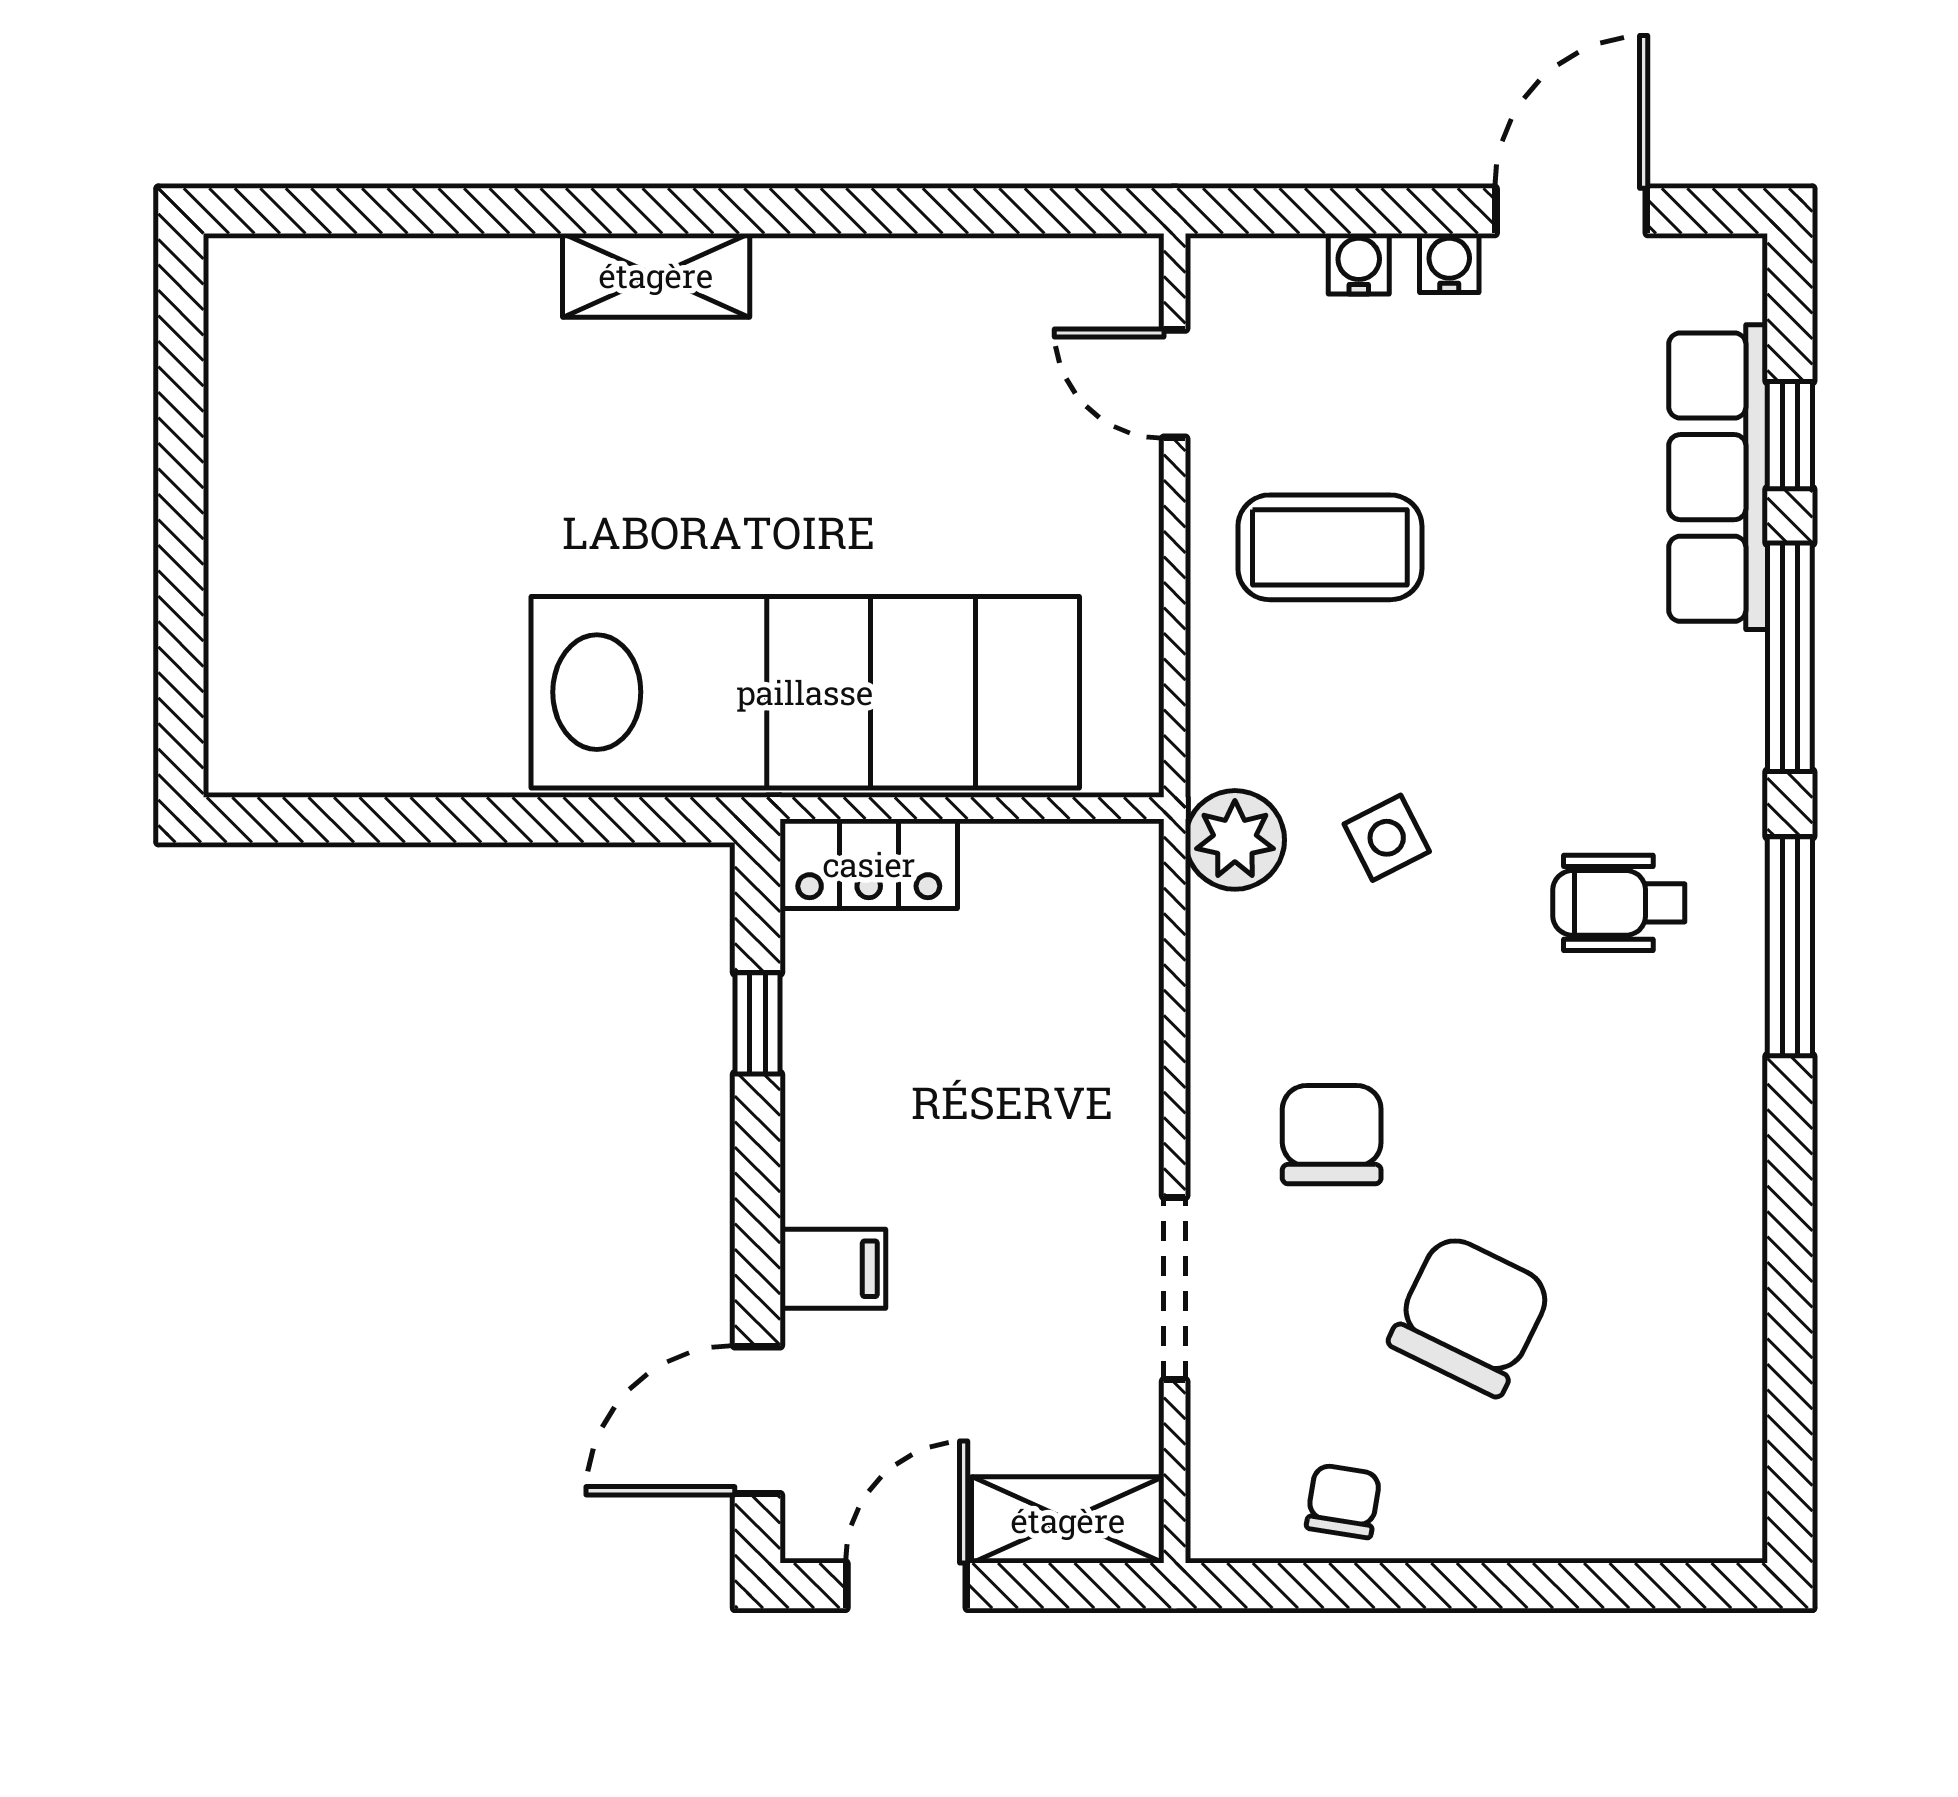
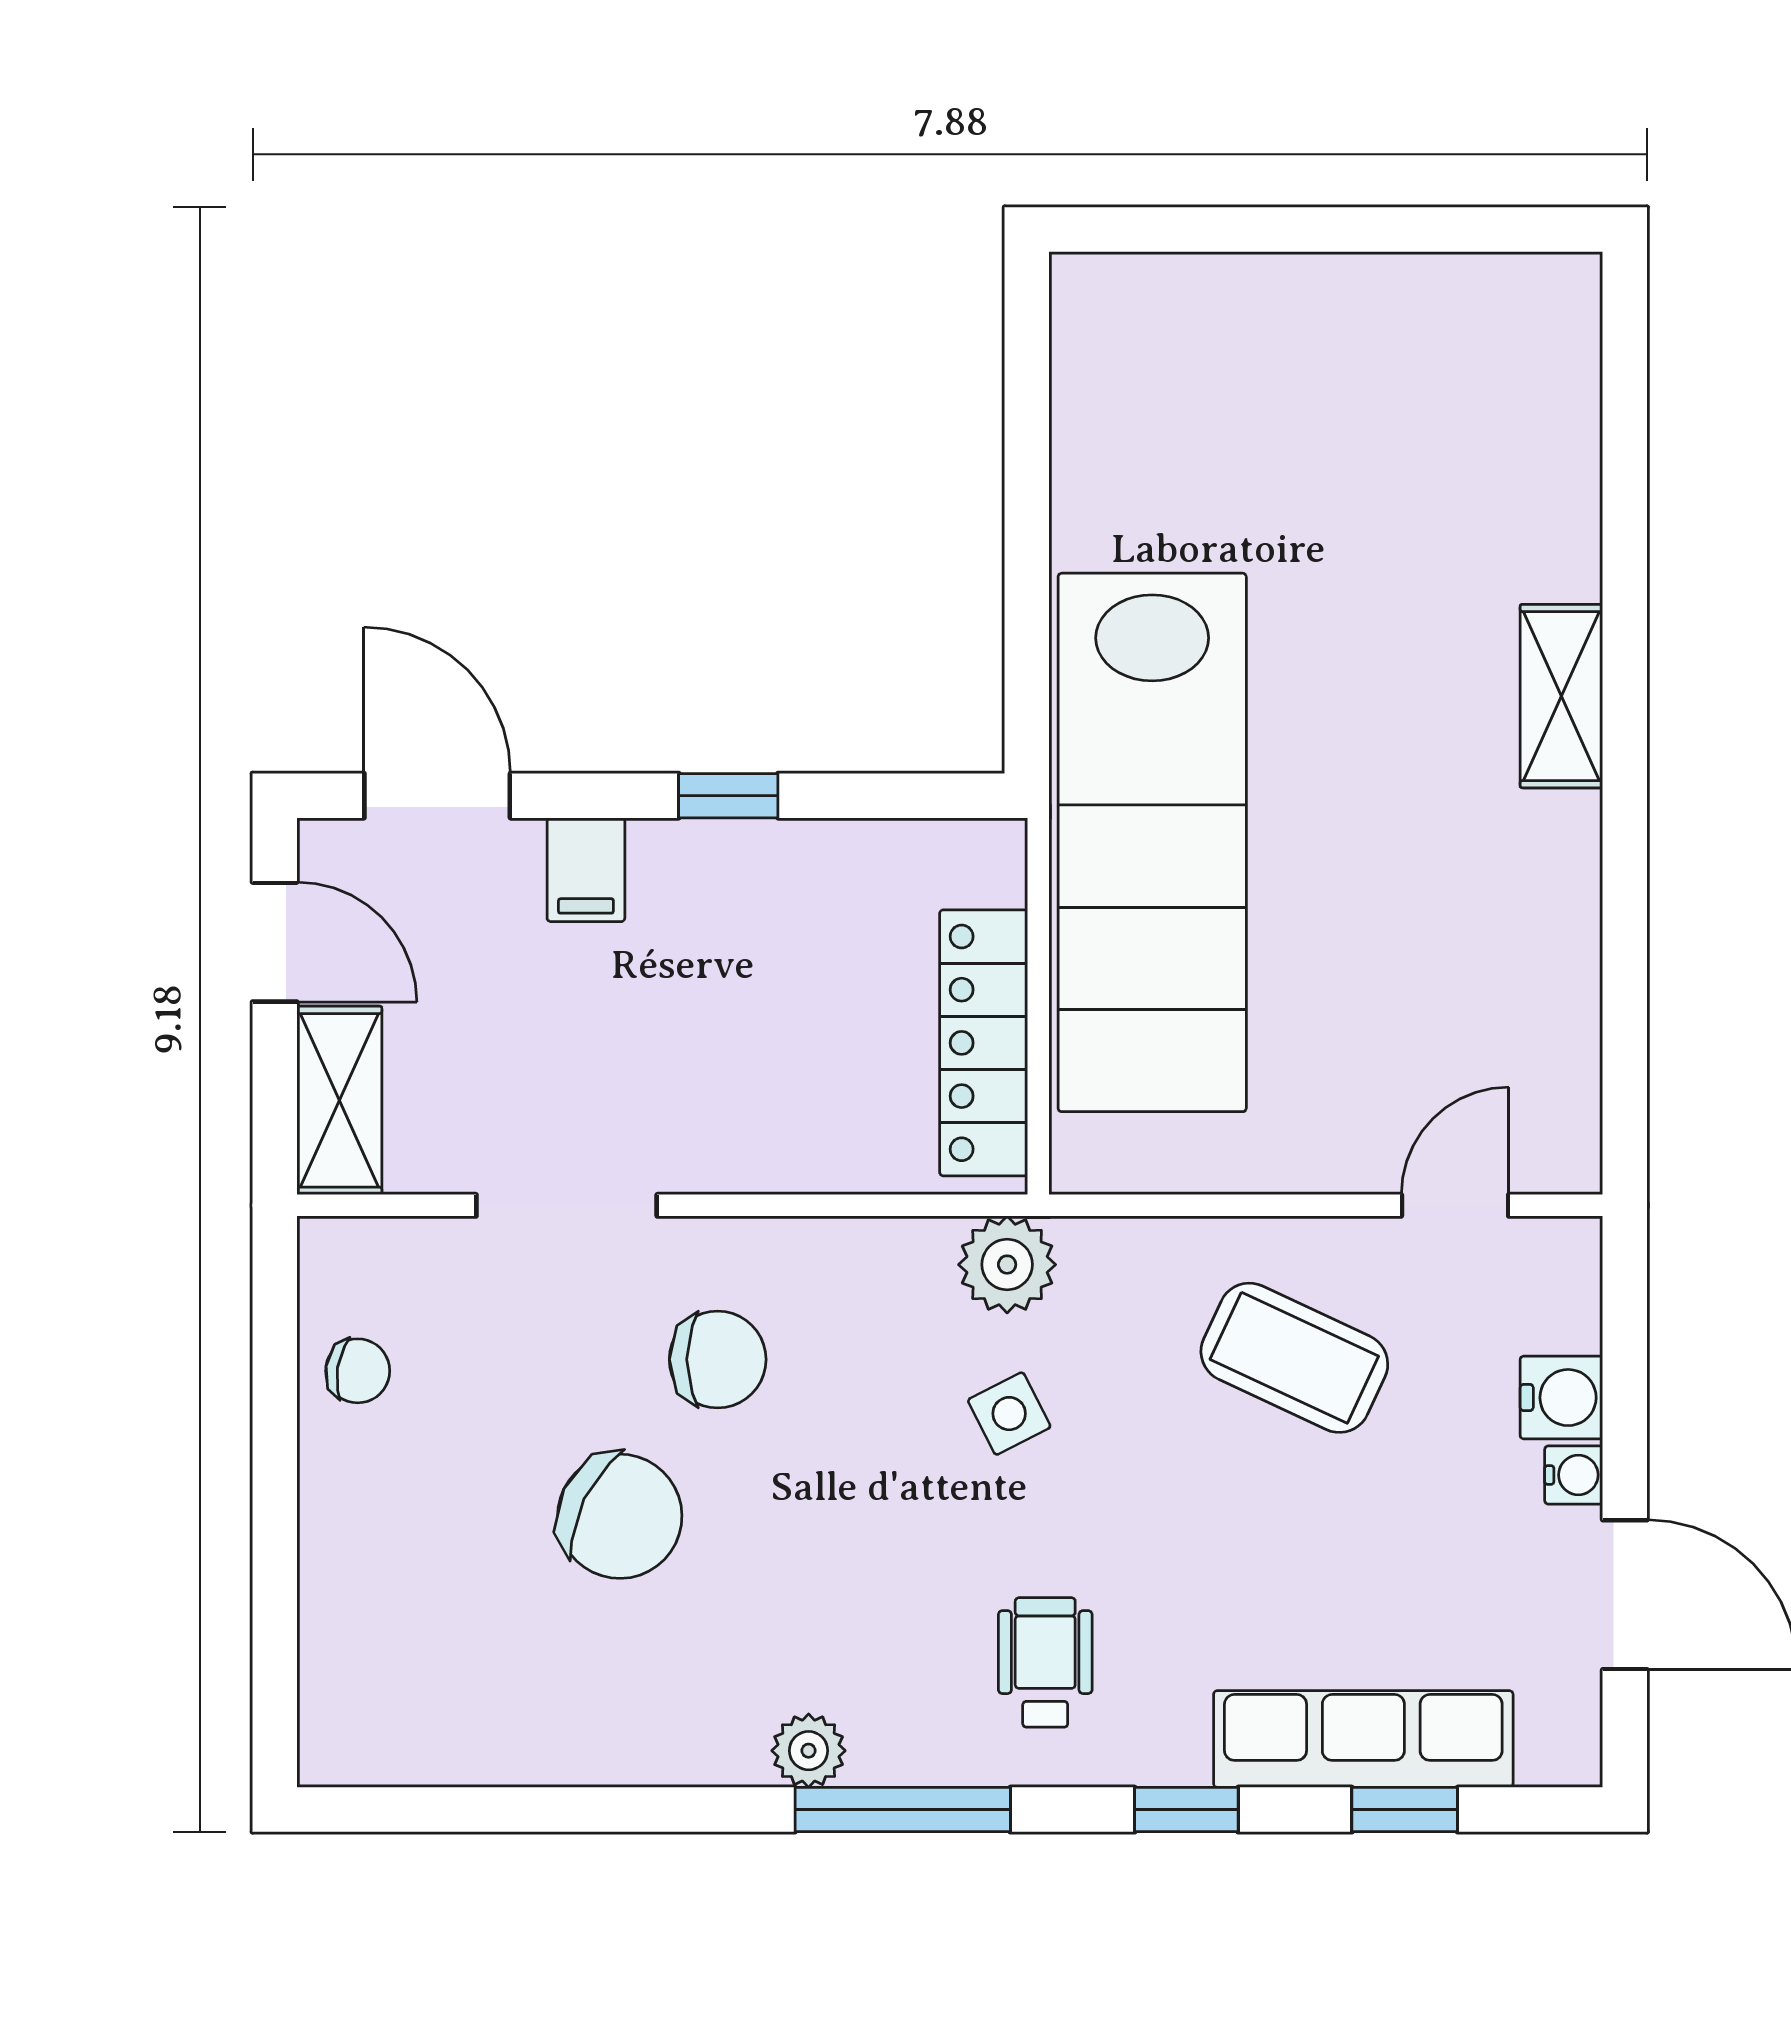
water cooler: (1359, 264) -> (1561, 1398), width x1.38, depth x1.38
coffee table: (1330, 547) -> (1294, 1358), turned -65
window: (1790, 657) -> (1186, 1810), width x0.46
locker: (869, 864) -> (984, 1043), moved, width x1.53
wheelchair: (1619, 903) -> (1045, 1662), moved
window: (757, 1023) -> (728, 796), moved
plant: (1730, 1042) -> (809, 1751), added
chair: (1470, 1315) -> (620, 1516), moved

